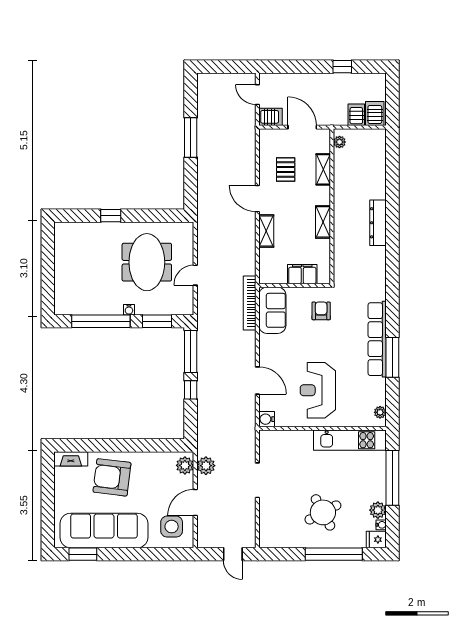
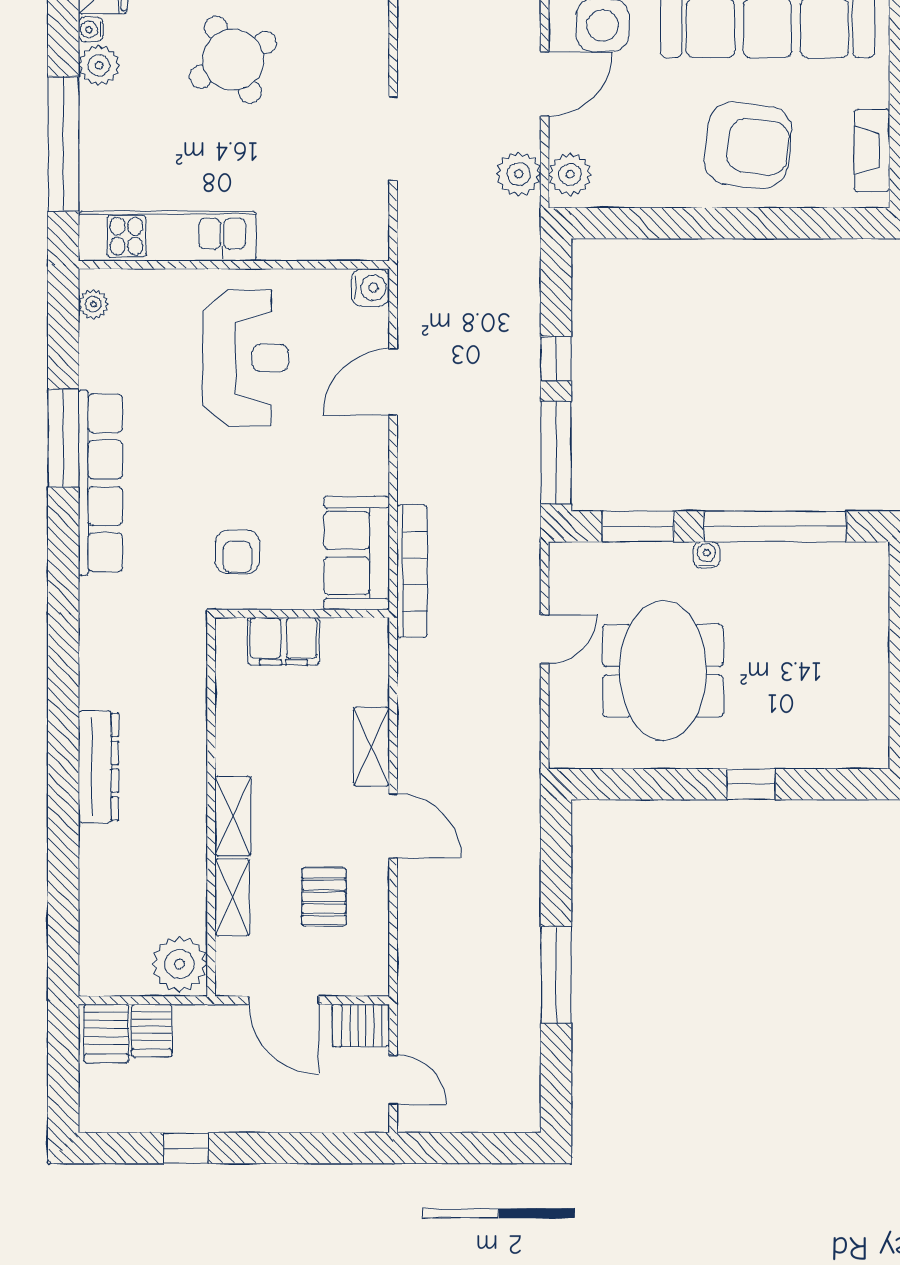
plant: (340, 142) -> (179, 964), width x1.87, depth x1.87
shelving: (323, 222) -> (233, 816), moved
door: (257, 380) -> (393, 382), hinge flipped
fireplace: (71, 459) -> (872, 150), moved, turned -90

